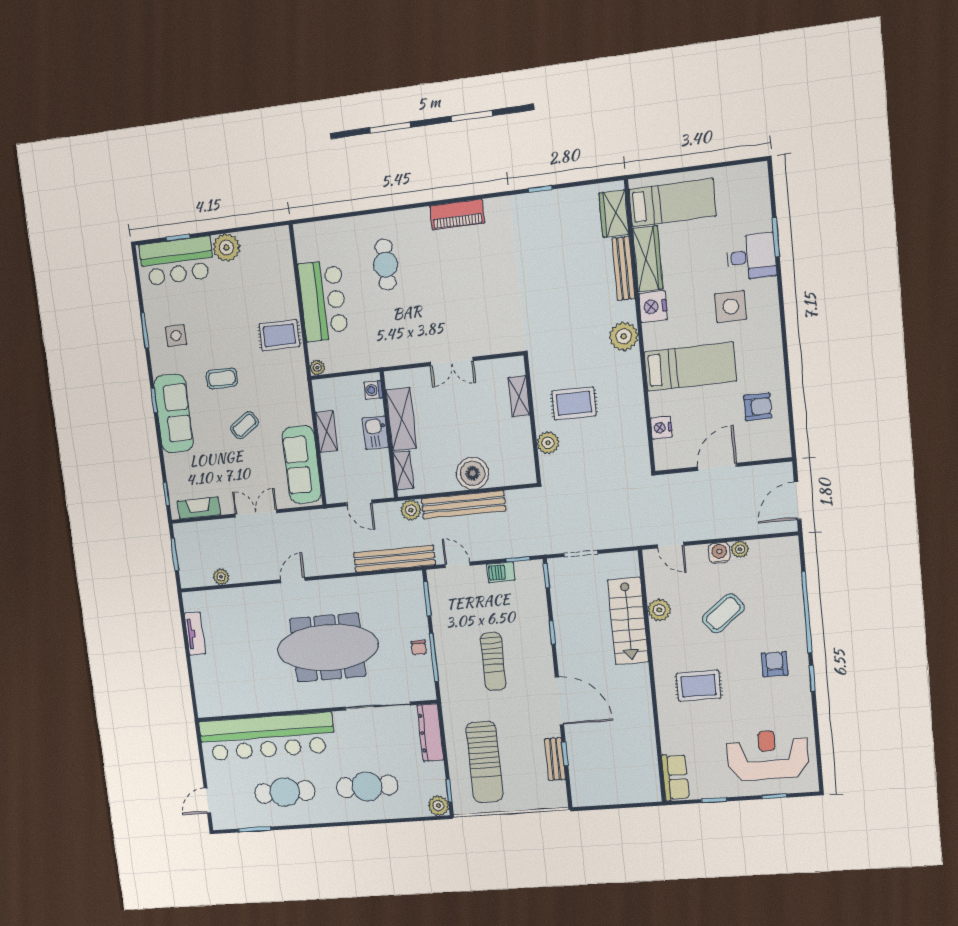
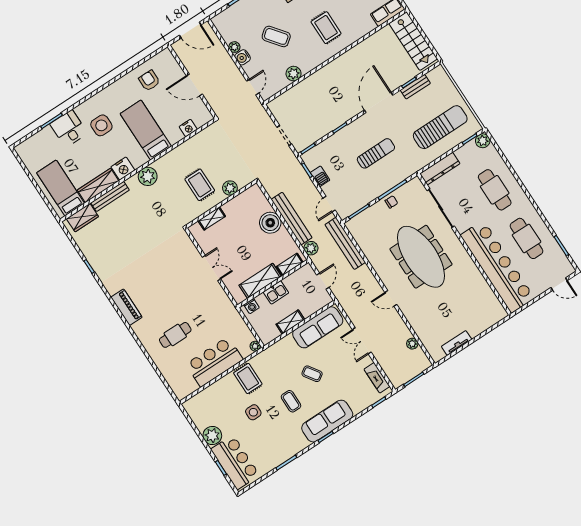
side table: (176, 336) -> (253, 412), moved
stairs: (628, 621) -> (413, 41), moved, turned 90

